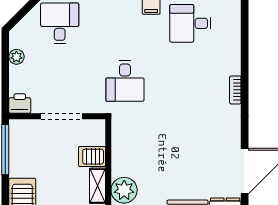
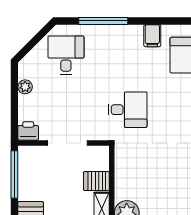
desk: (125, 81) -> (128, 110), turned -90

